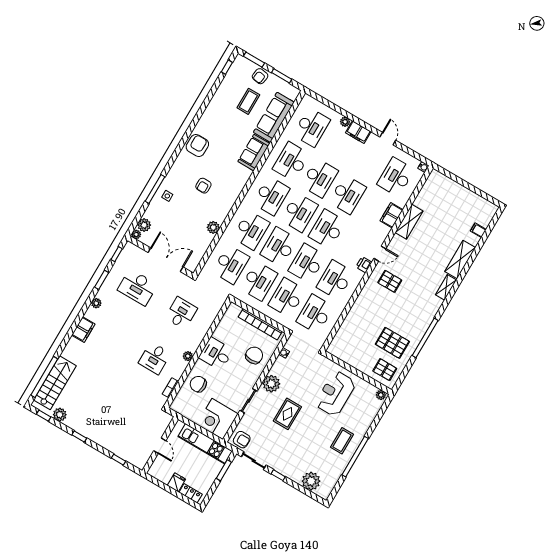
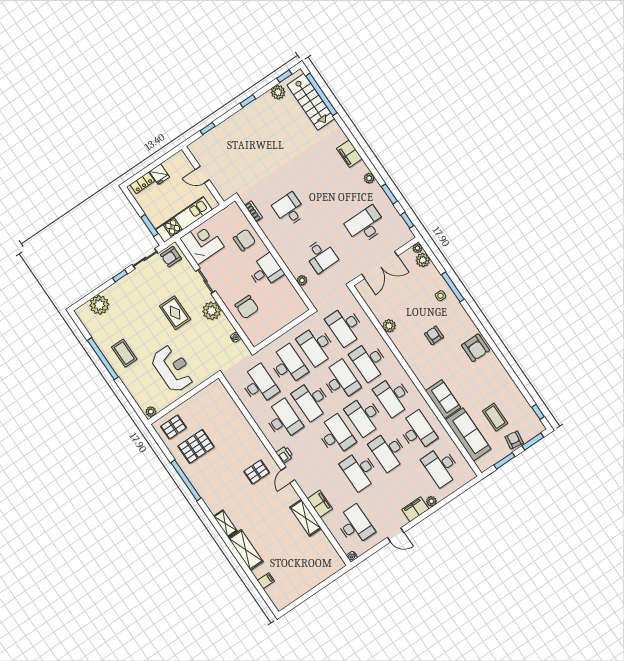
desk: (307, 263) -> (312, 400), turned 180
bookcase: (260, 324) -> (274, 327), removed
plant: (188, 356) -> (302, 280), moved

